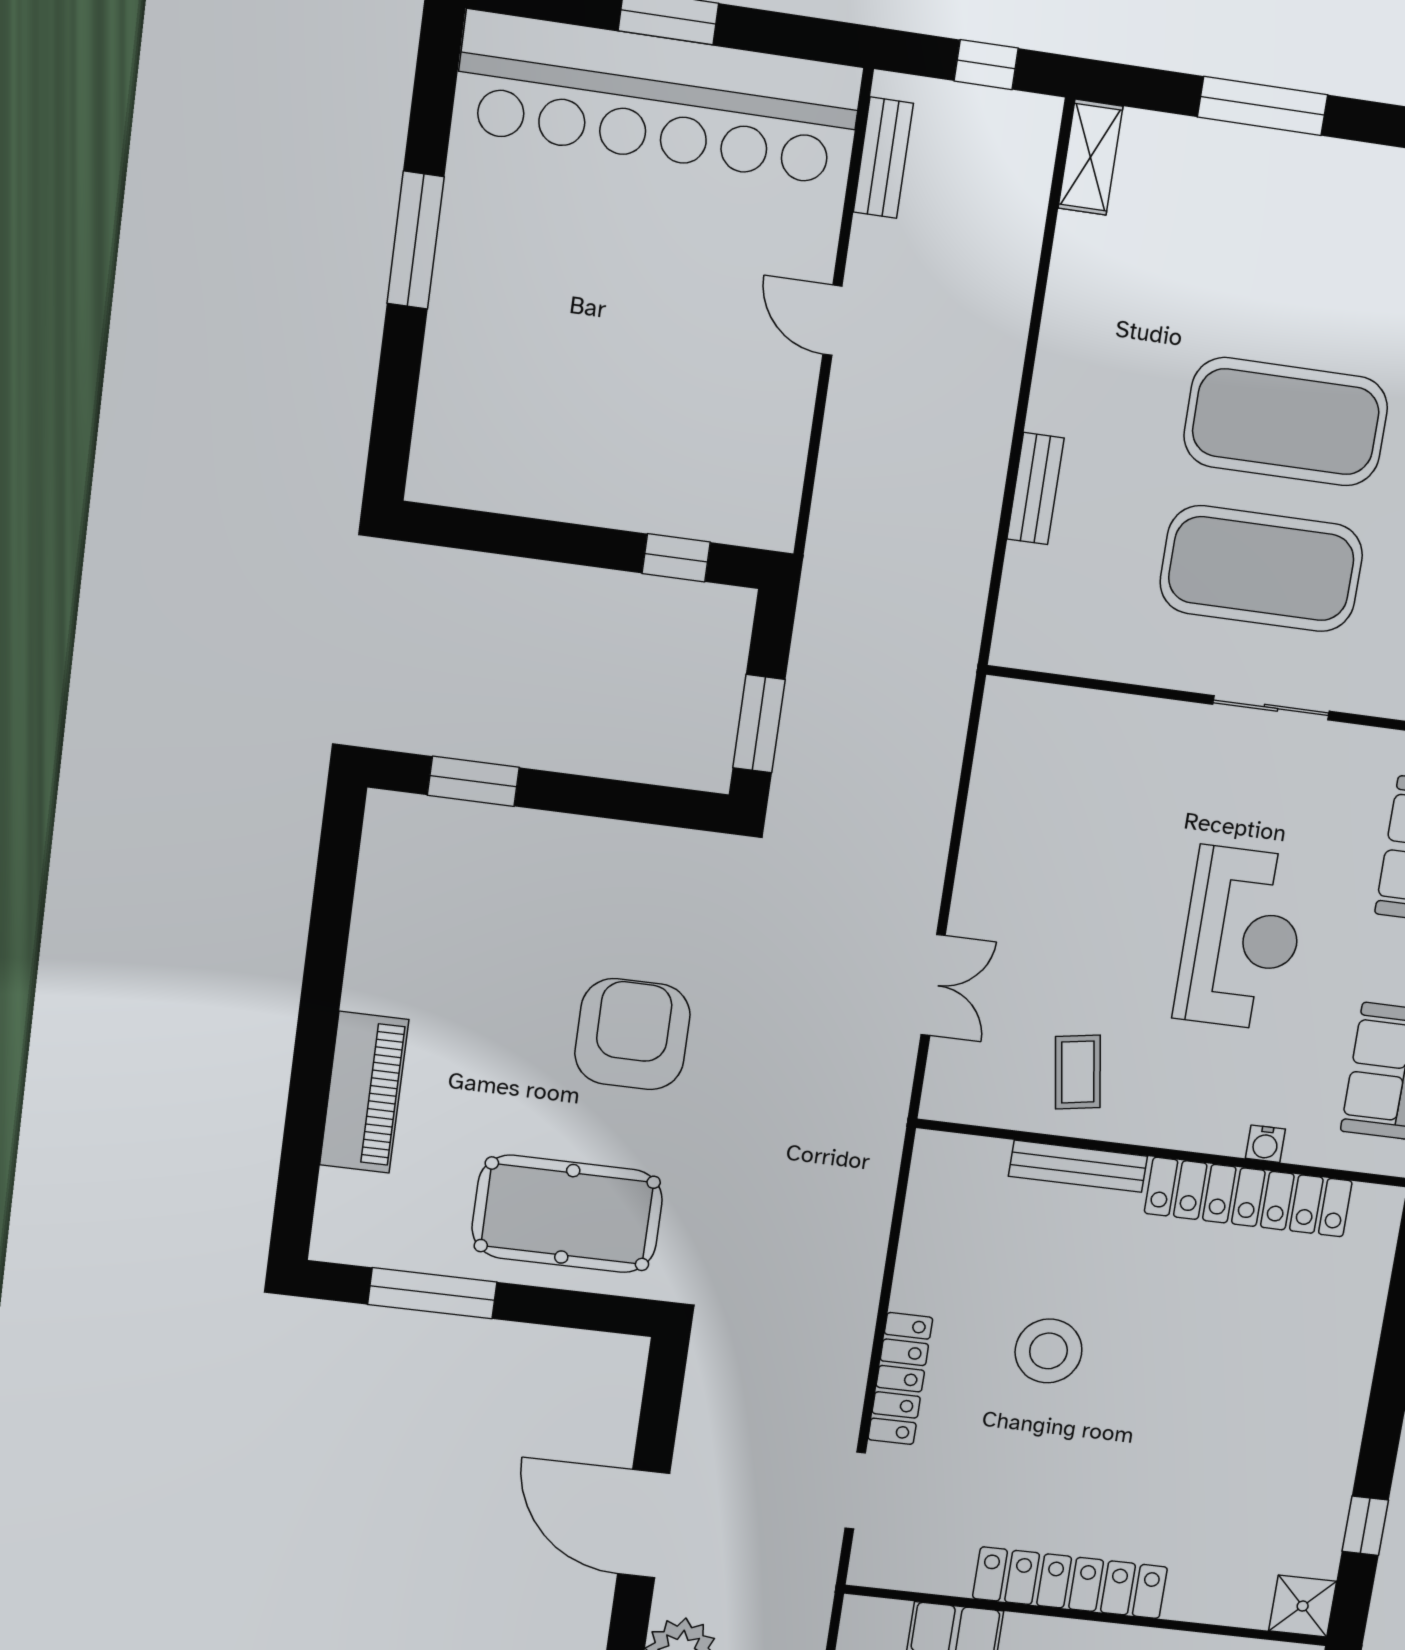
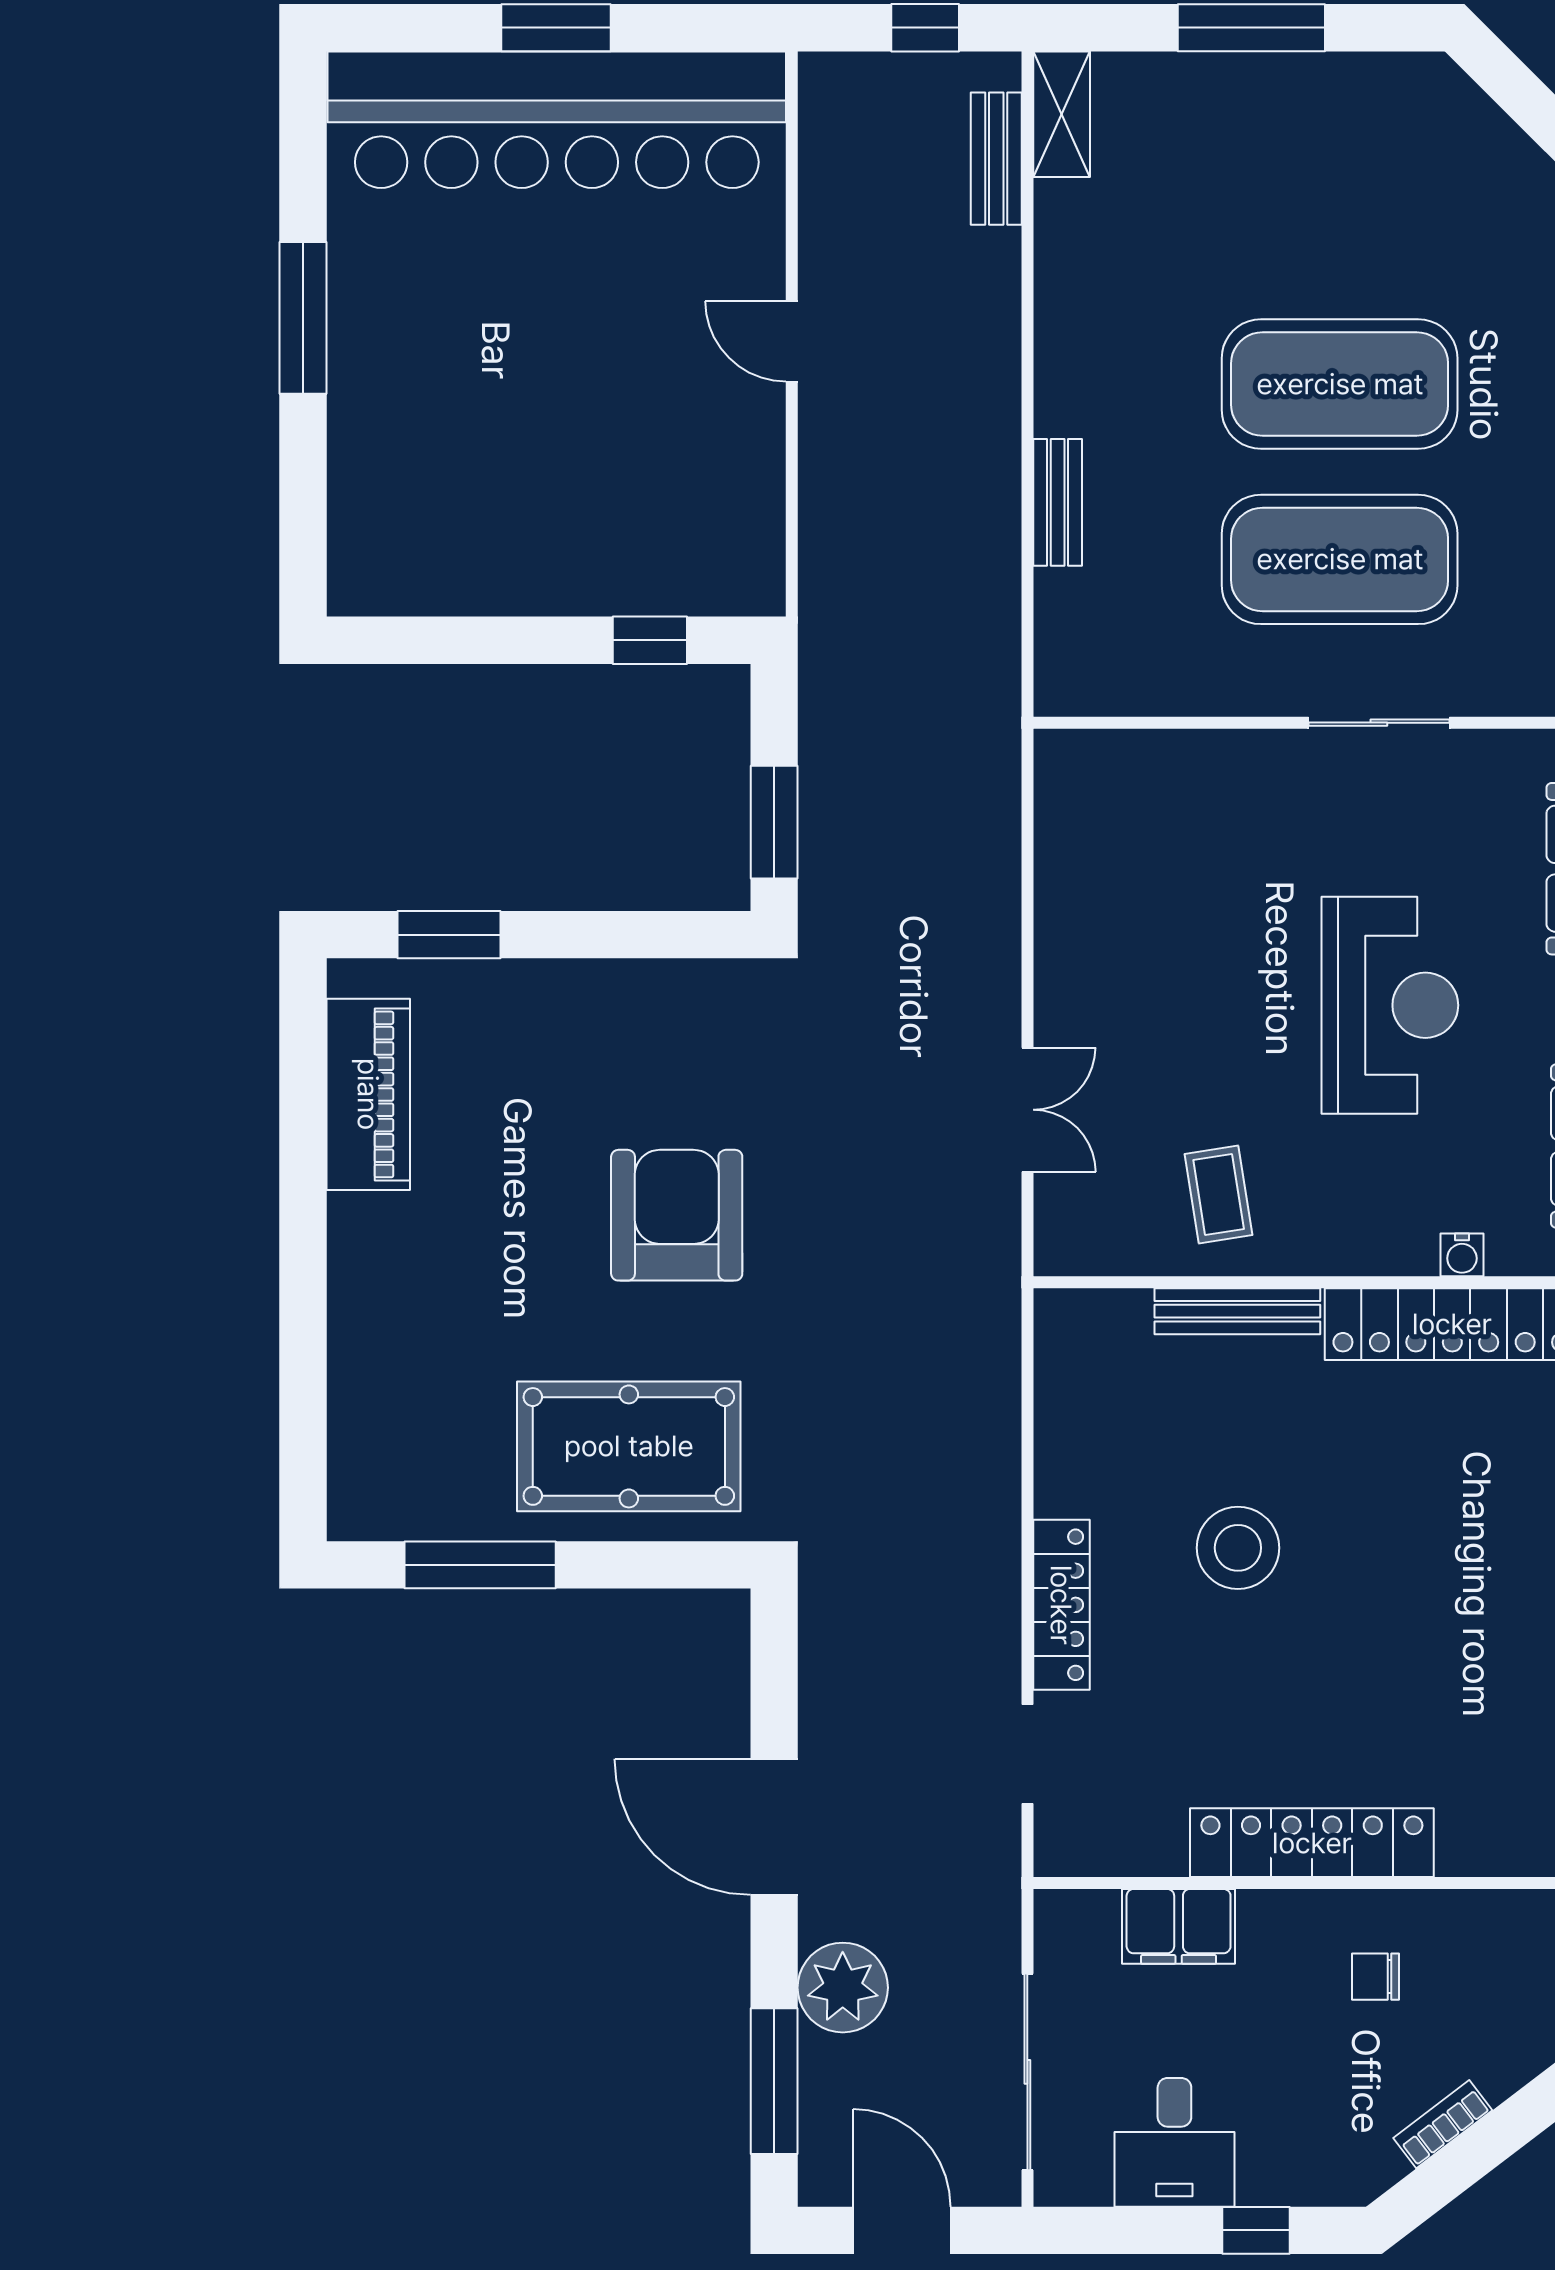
bench: (883, 158) -> (996, 159), moved
piano: (364, 1092) -> (368, 1094), moved

